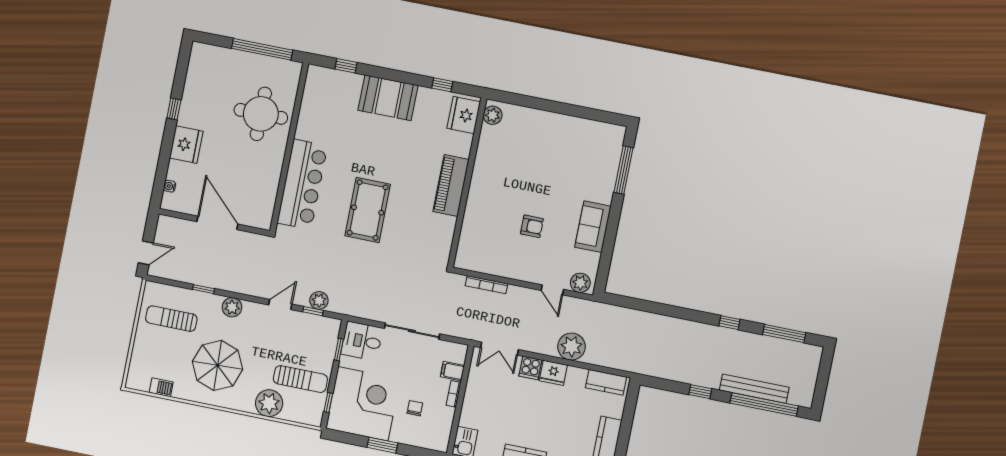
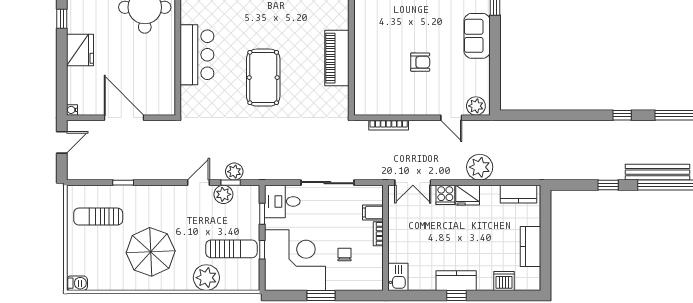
bar counter: (302, 184) -> (197, 55), width x0.73
piano: (451, 185) -> (337, 58), moved
water cooler: (170, 186) -> (72, 110), moved
sofa: (593, 227) -> (477, 36), moved
door: (146, 253) -> (62, 142), moved
plant: (232, 307) -> (223, 194), moved
barbecue: (161, 387) -> (77, 283), moved
window: (328, 403) -> (262, 250), moved

